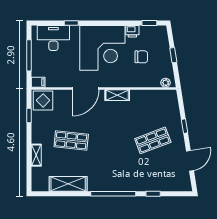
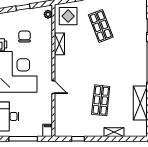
door: (86, 88) -> (53, 87), width x0.53
shelving: (117, 95) -> (59, 44), moved
display table: (43, 100) -> (68, 16), moved

